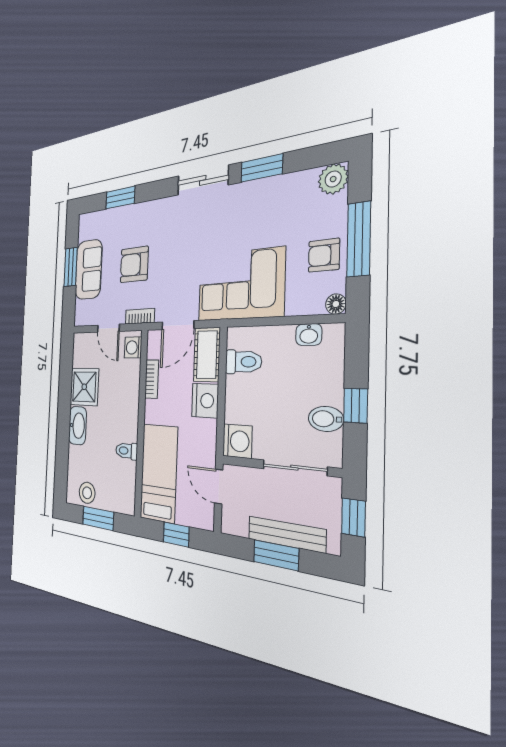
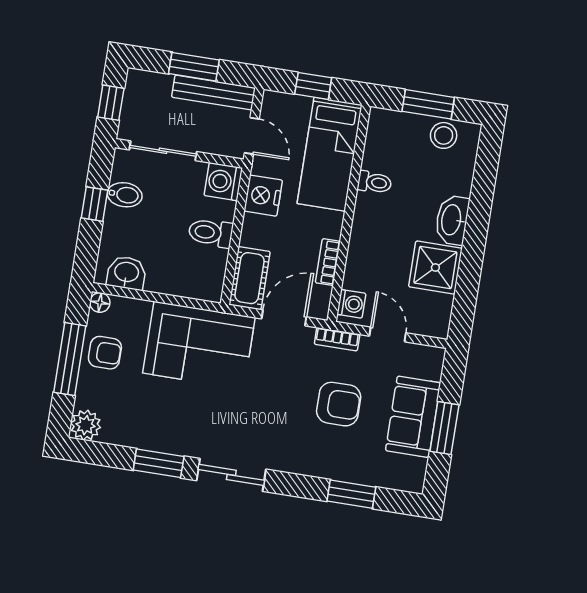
washbasin: (309, 335) -> (127, 273), width x1.38, depth x1.45
toilet: (243, 362) -> (211, 233), moved
nightstand: (205, 401) -> (263, 196), moved
bench: (286, 534) -> (214, 92), moved

